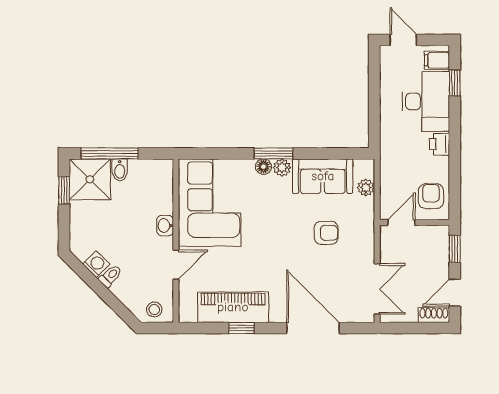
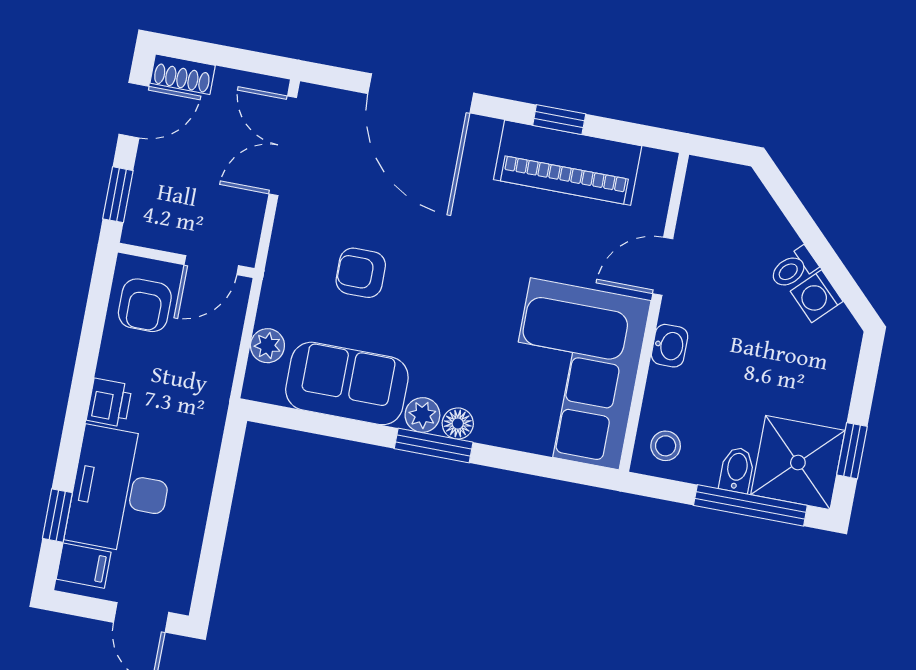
stool: (154, 310) -> (666, 446), moved

